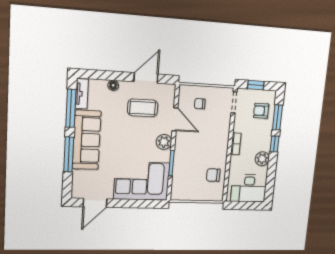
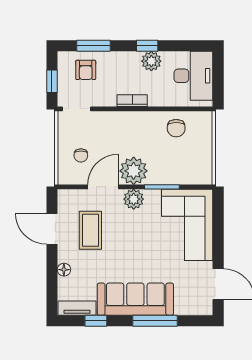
window: (71, 108) -> (96, 321), width x0.46
plant: (185, 143) -> (134, 171), added
window: (274, 144) -> (147, 46), moved

